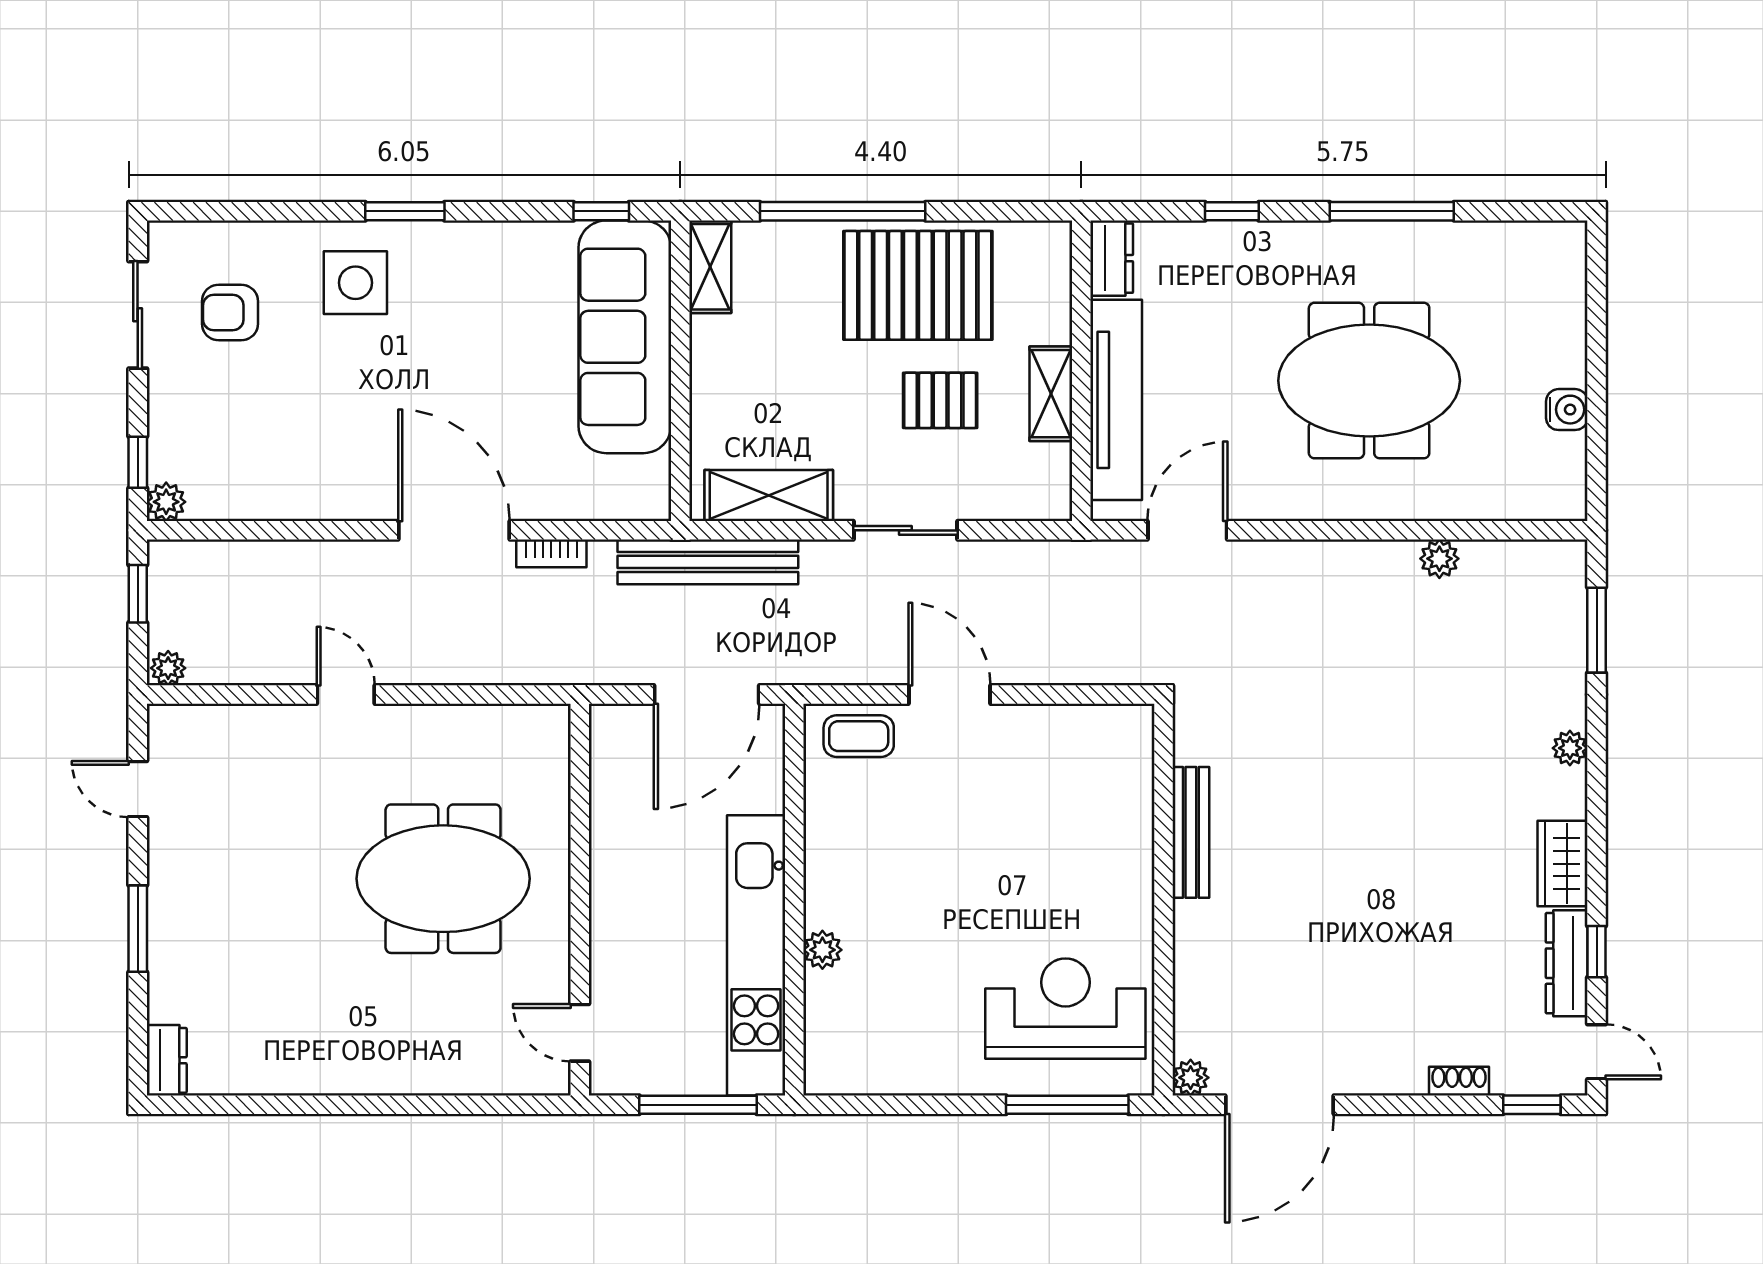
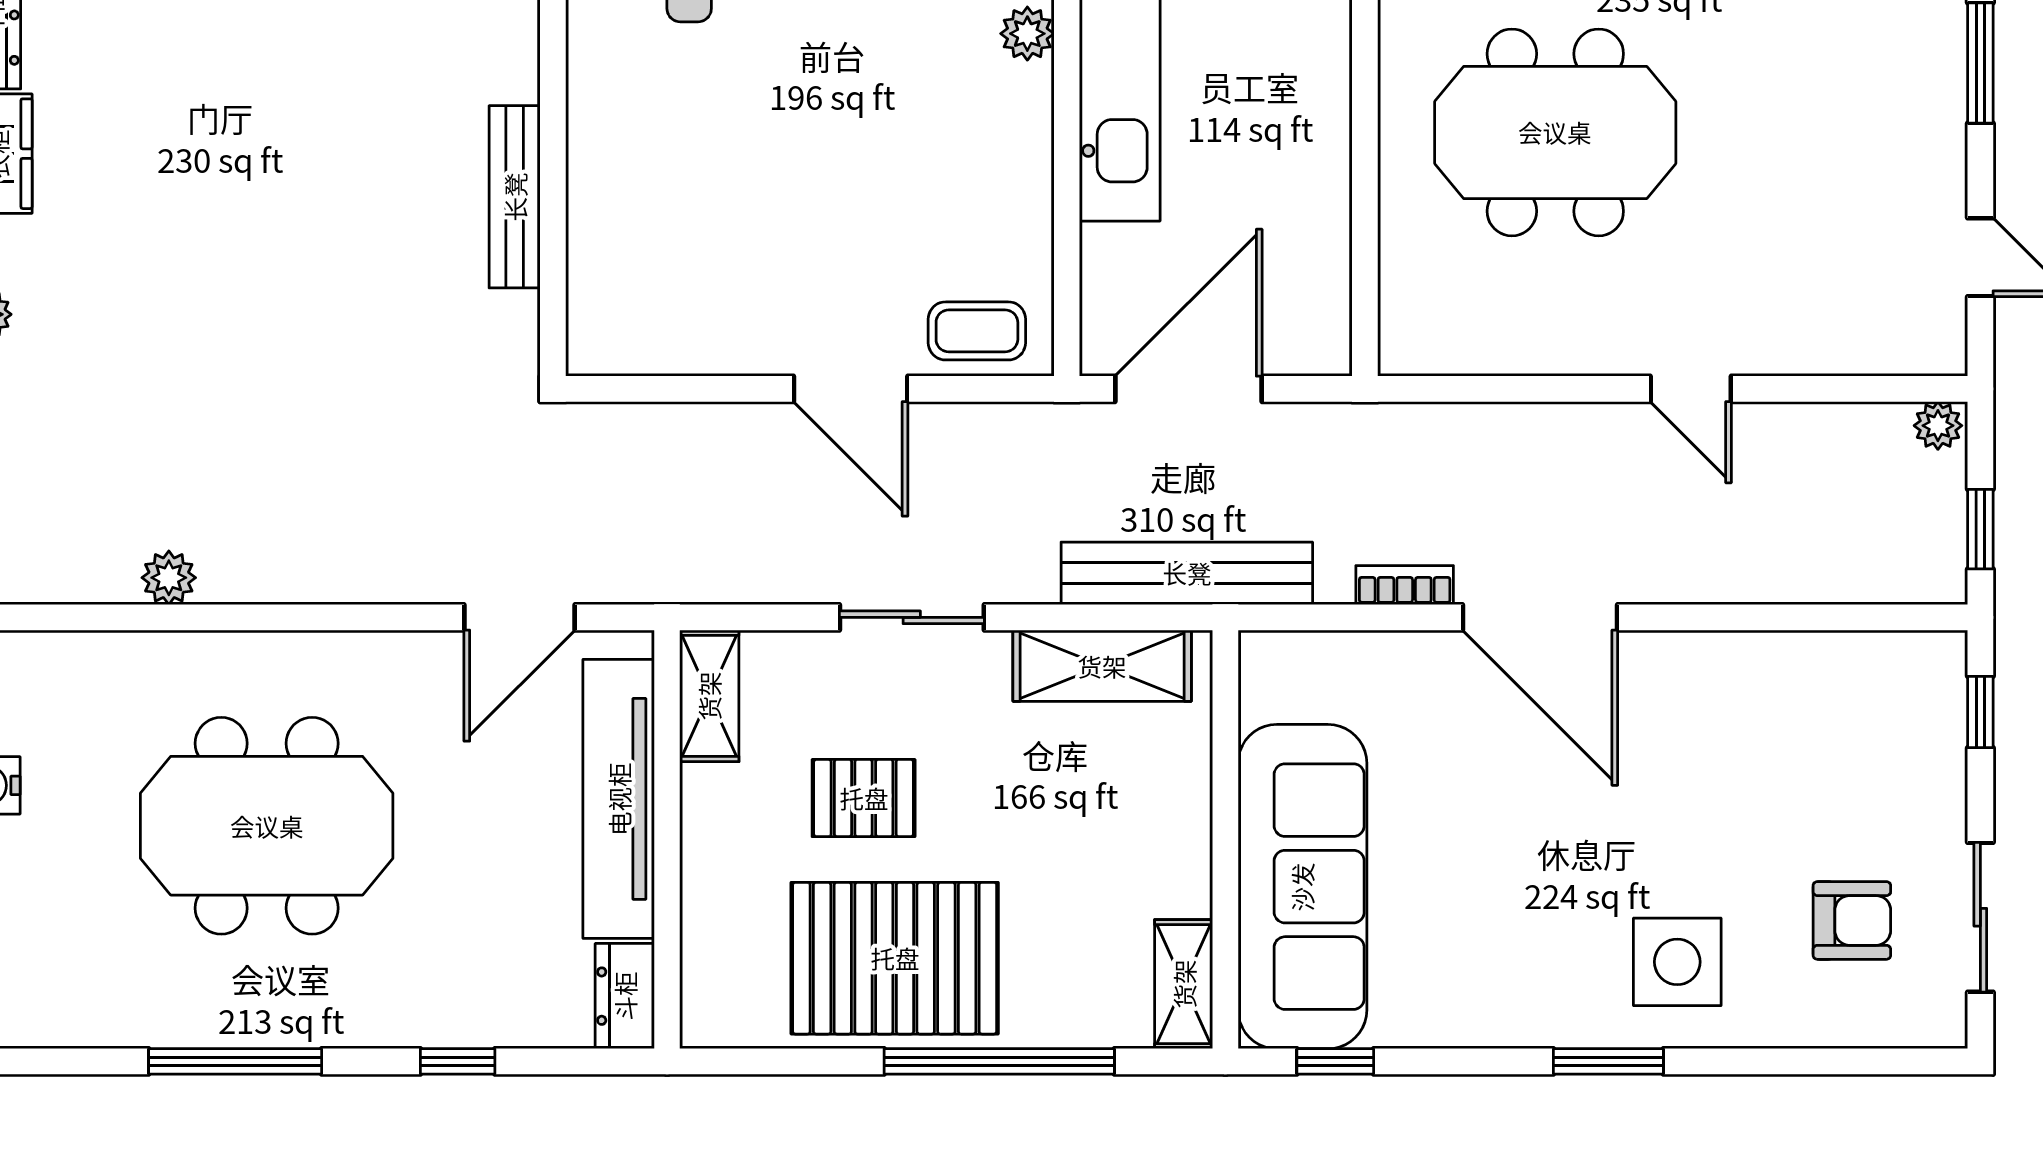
shelving: (1051, 394) -> (709, 696), moved
plant: (166, 502) -> (1941, 657), removed

